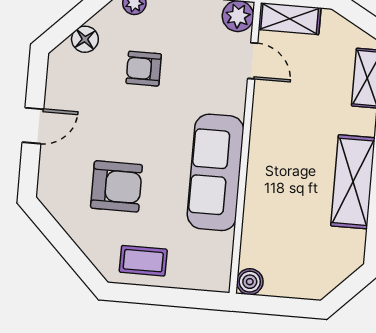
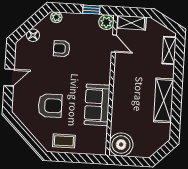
sofa: (216, 172) -> (97, 105), width x0.73
boiler: (250, 282) -> (121, 145), width x1.86, depth x1.86

